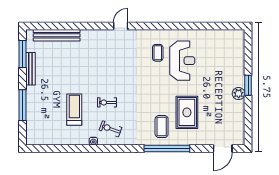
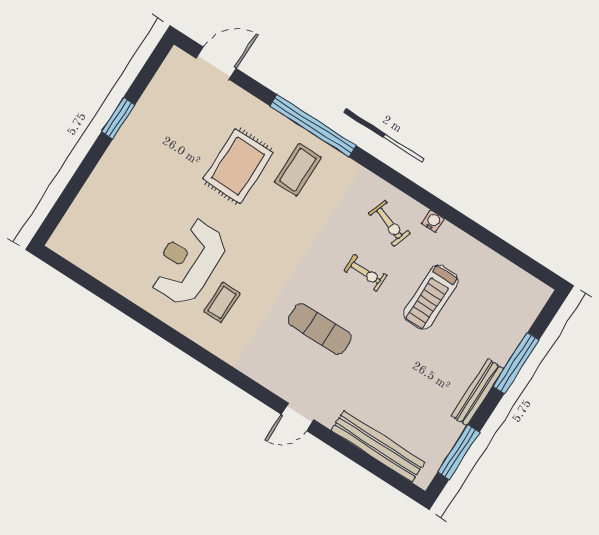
door: (121, 26) -> (298, 417), moved
exercise mat: (111, 68) -> (320, 329), added
bench: (30, 69) -> (477, 392), moved
window: (248, 85) -> (118, 118), moved
plant: (239, 94) -> (127, 141), removed

